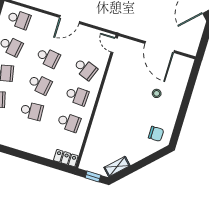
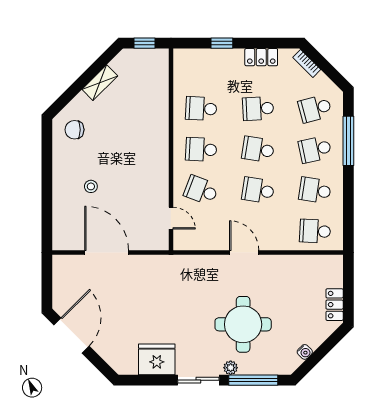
door: (70, 20) -> (244, 253), hinge flipped
door: (114, 45) -> (171, 218), moved
locker: (66, 158) -> (261, 57), moved
window: (42, 161) -> (222, 43), added
shelving: (117, 166) -> (100, 83), moved

